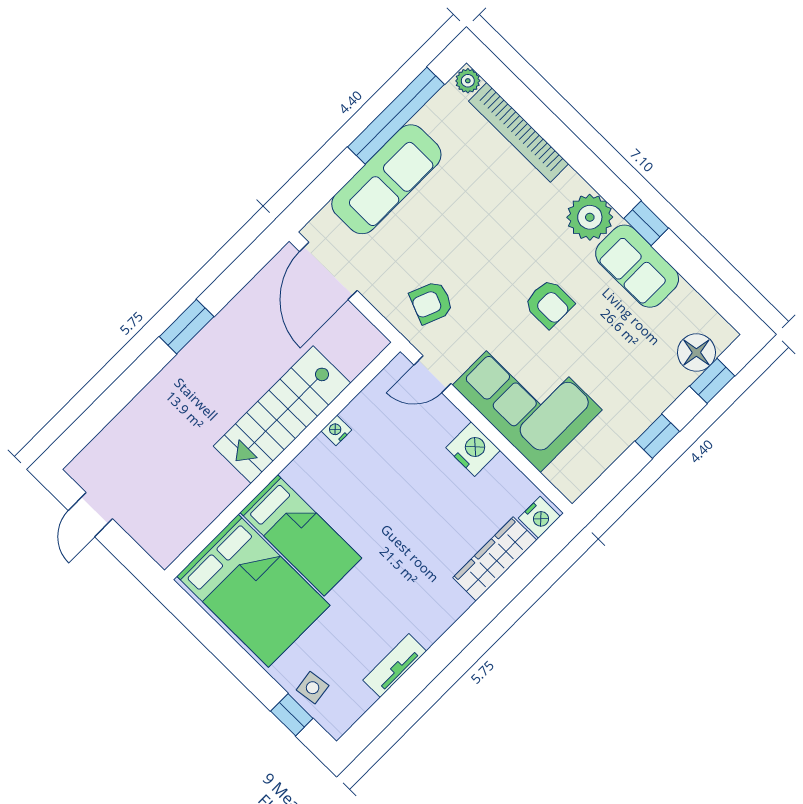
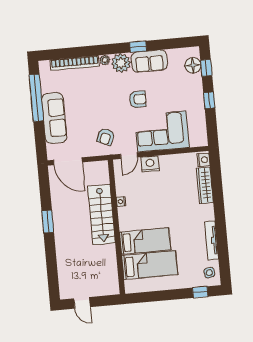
plant: (468, 81) -> (105, 60), moved
nightstand: (473, 449) -> (150, 164), moved
bed: (253, 591) -> (150, 265), width x0.67
tv unit: (395, 666) -> (212, 240), width x1.41
side table: (313, 688) -> (209, 273), moved

